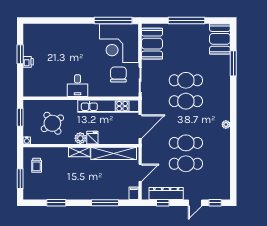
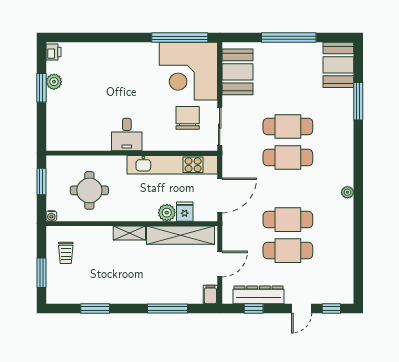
plant: (29, 50) -> (54, 82), added
printer: (28, 62) -> (53, 52), moved
round table: (52, 123) -> (89, 190), turned 34
plant: (80, 138) -> (167, 213), moved
fridge: (92, 138) -> (185, 212), moved

